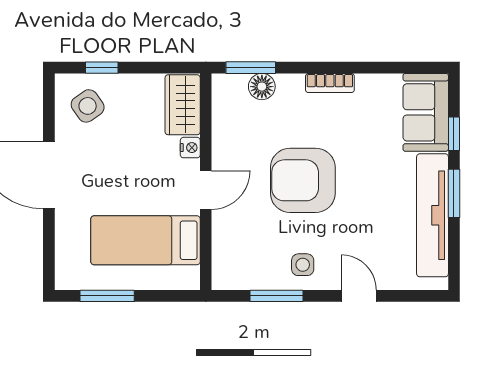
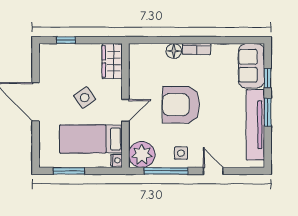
window: (251, 68) -> (151, 40), removed
floor lamp: (262, 87) -> (174, 51), moved
side table: (88, 106) -> (85, 98), moved
nightstand: (190, 148) -> (117, 160), moved
plant: (234, 267) -> (142, 155), added
window: (277, 296) -> (166, 171), width x1.44

